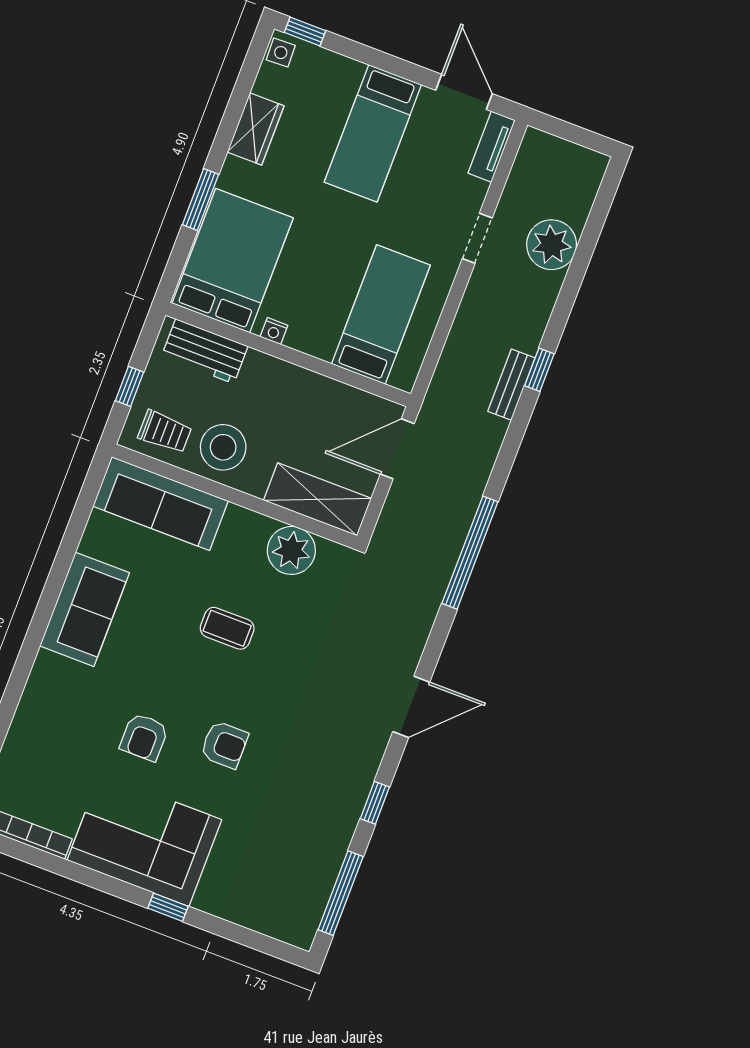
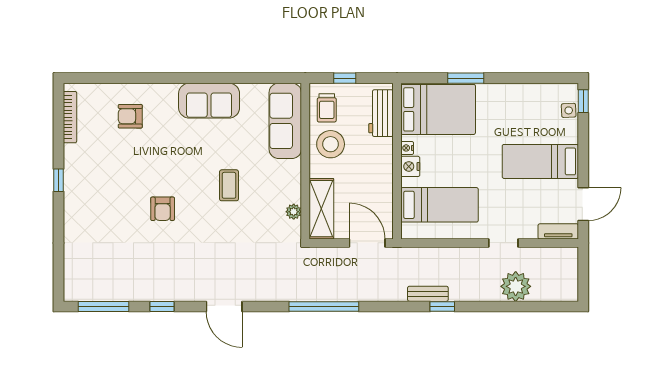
side table: (281, 53) -> (569, 110), moved
wardrobe: (256, 129) -> (518, 94), removed
nightstand: (304, 337) -> (410, 166), added
plant: (291, 550) -> (294, 212), width x0.53, depth x0.53
armchair: (144, 737) -> (130, 116), moved
corner sofa: (144, 840) -> (91, 184), removed
window: (168, 907) -> (58, 180), moved

